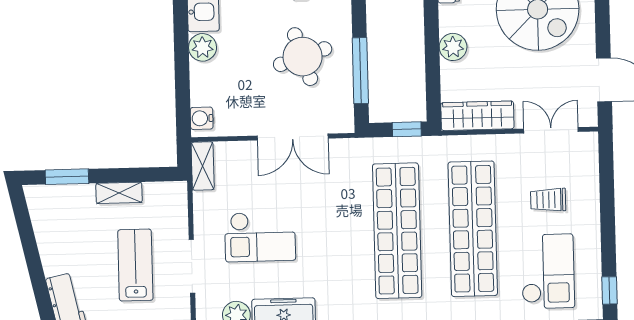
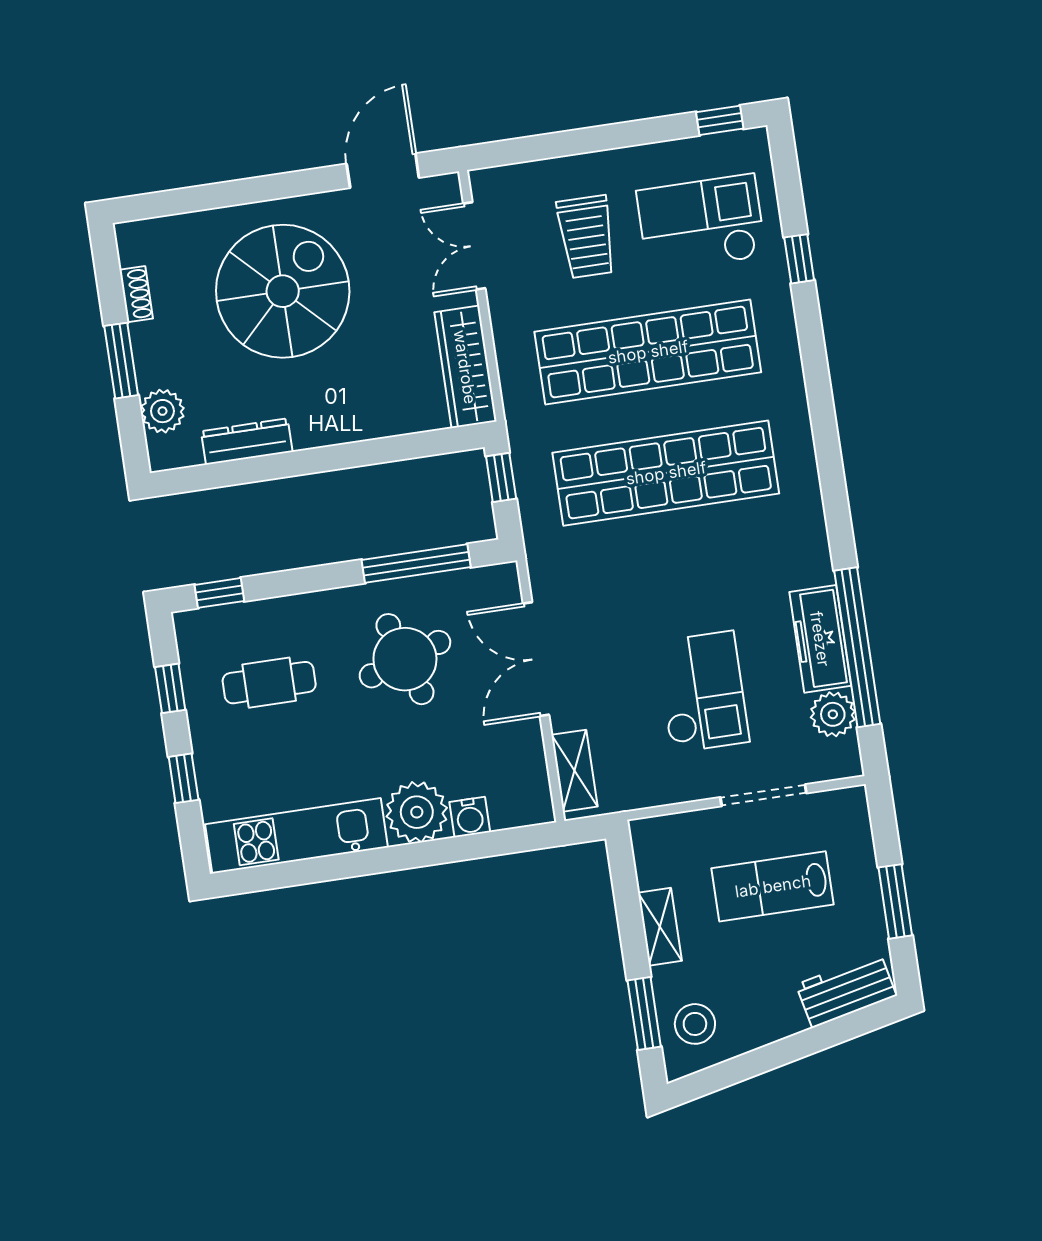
plant: (203, 47) -> (417, 812), width x1.36, depth x1.36
plant: (453, 47) -> (360, 419), removed
water cooler: (202, 118) -> (470, 817), moved
double door: (293, 137) -> (536, 659), swing flipped
shelving: (203, 166) -> (574, 771), moved, turned 90
trolley: (548, 200) -> (586, 237), width x1.36, depth x1.39
stool: (57, 207) -> (695, 1024), added

